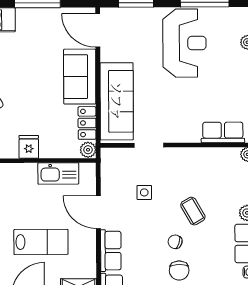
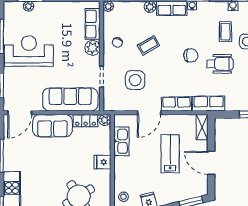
plant: (189, 132) -> (92, 48), added
side table: (144, 192) -> (135, 80), width x1.87, depth x1.87
chair: (175, 242) -> (117, 42), moved

